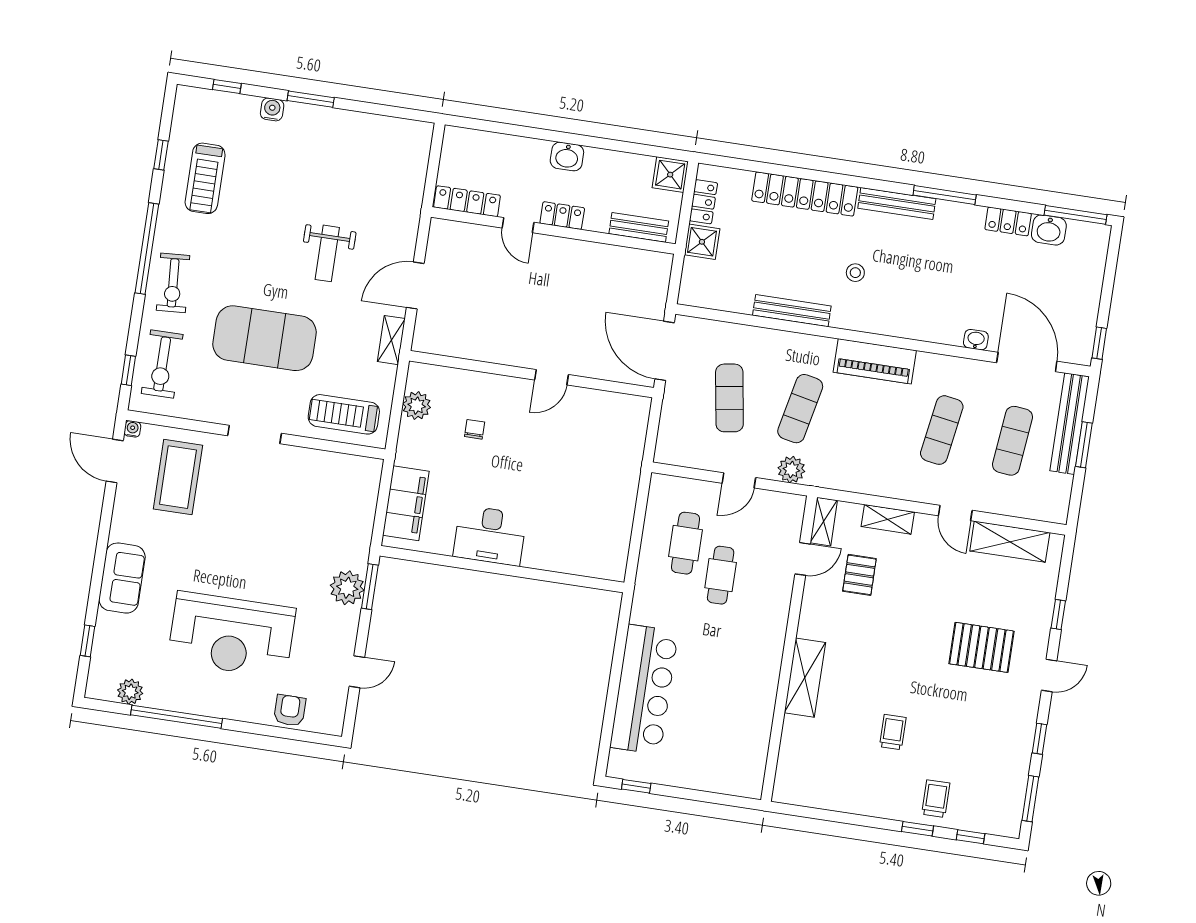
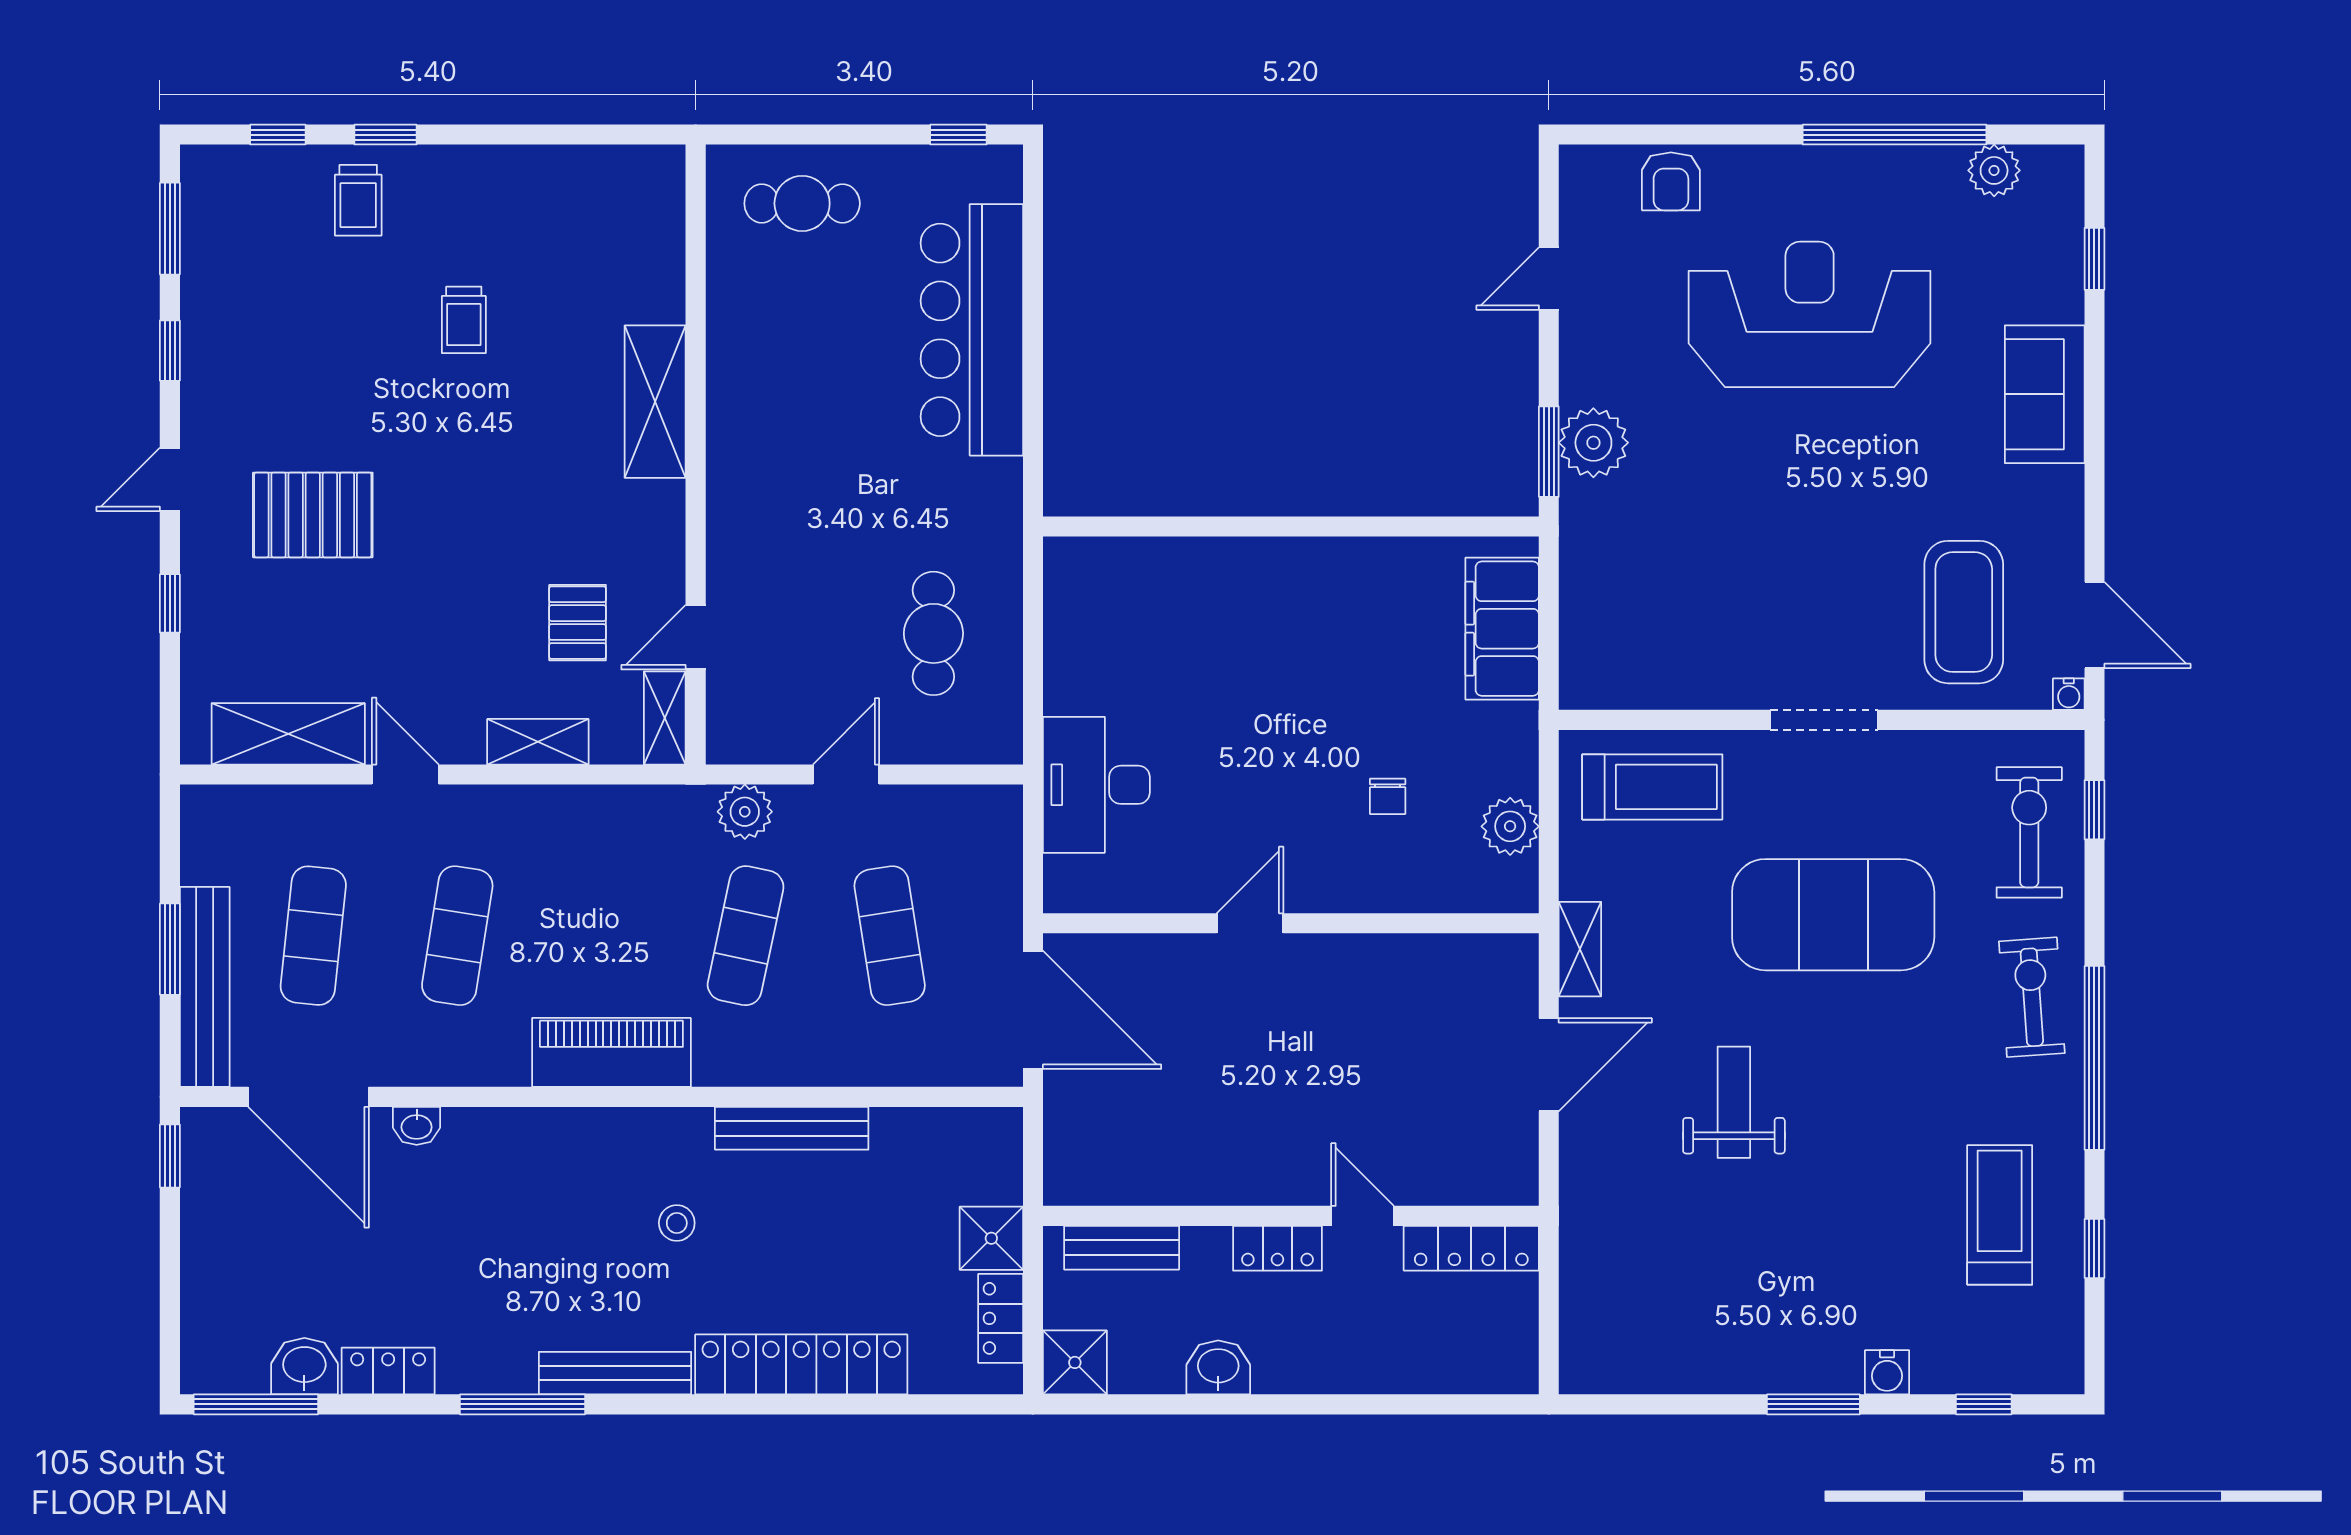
washbasin: (567, 156) -> (1218, 1367), moved
desk: (490, 535) -> (1096, 785), moved, turned -90
cafe table: (721, 575) -> (802, 203), moved, turned 90

